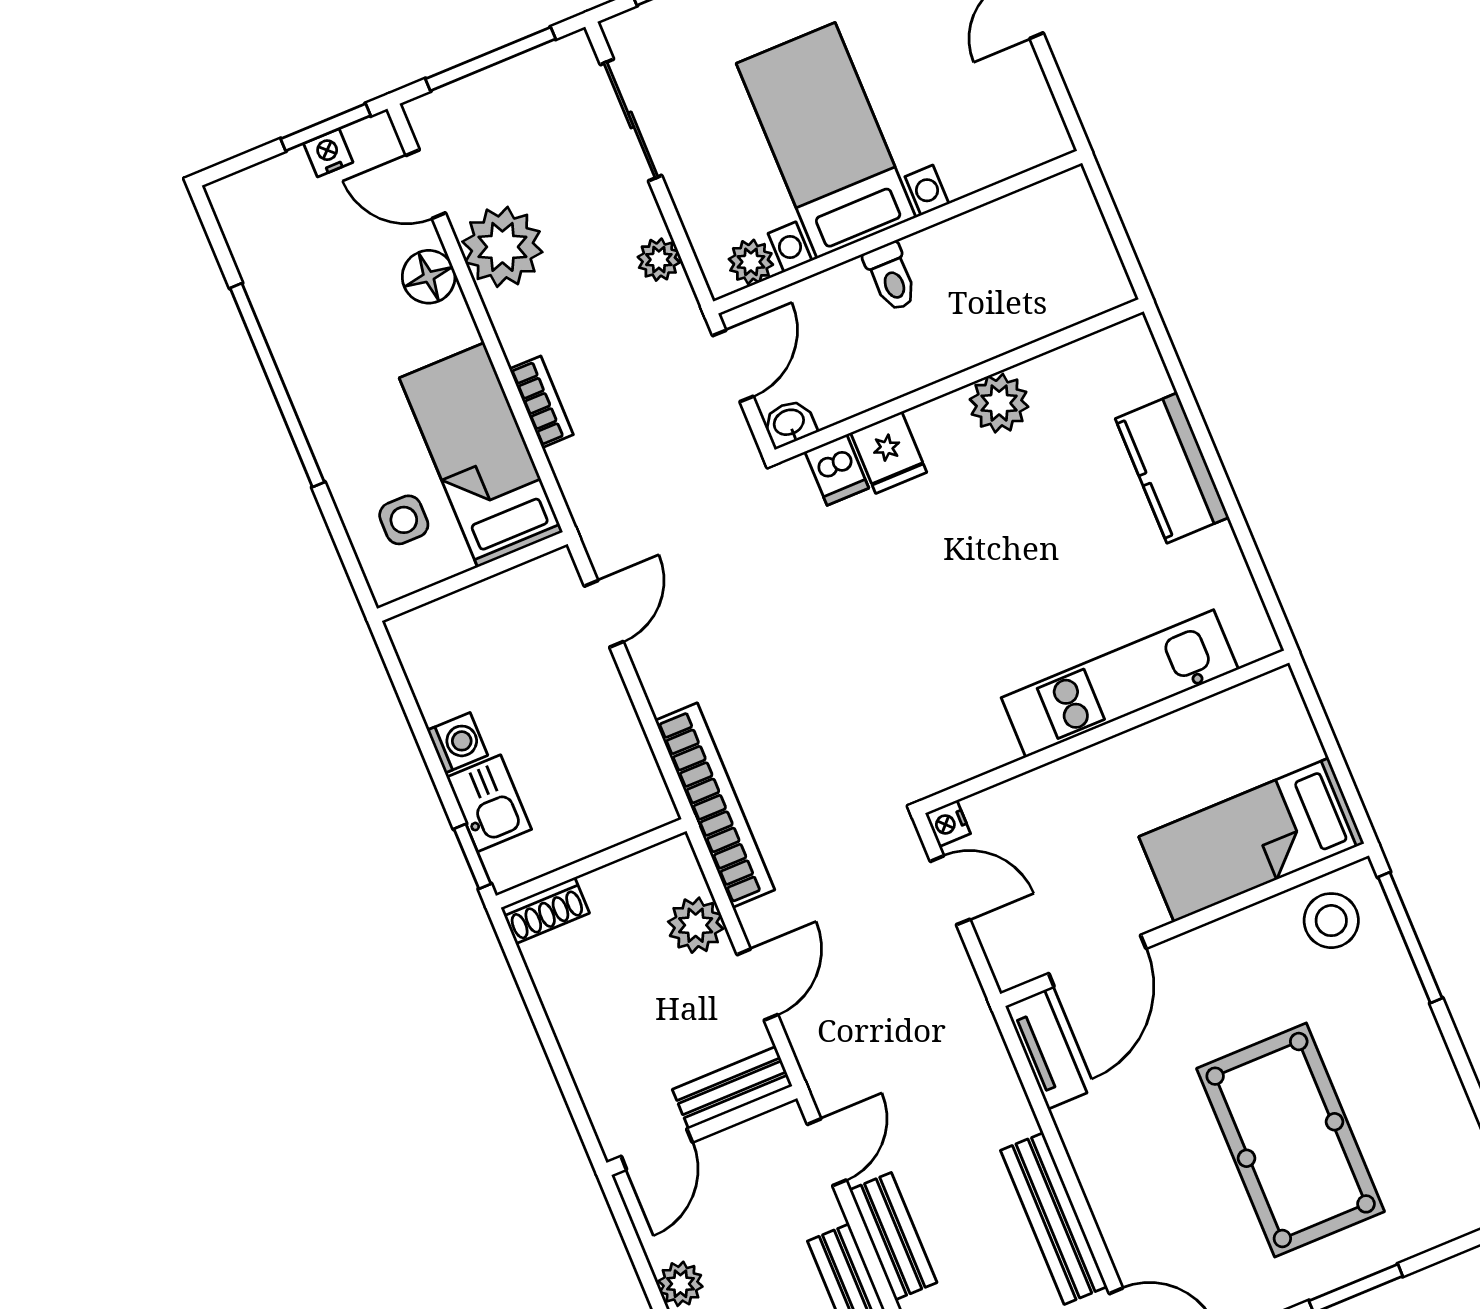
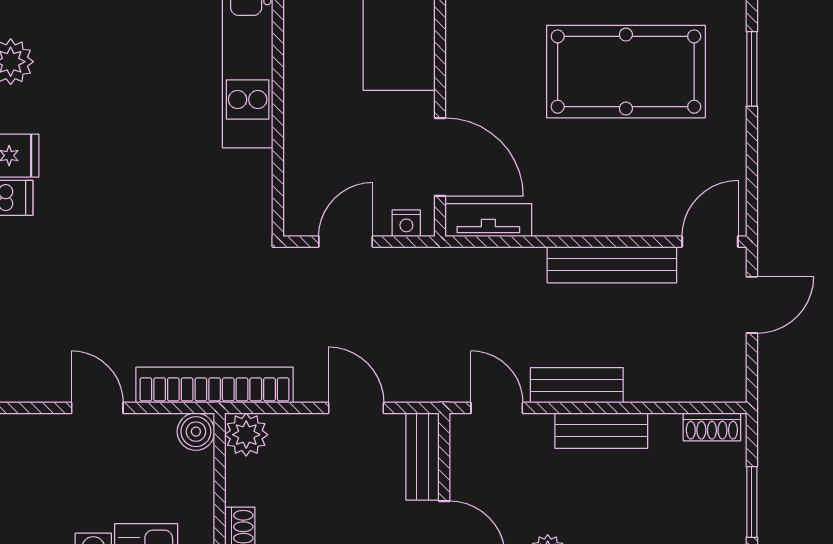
door: (604, 614) -> (97, 408), moved
boiler: (650, 806) -> (196, 432), added
nightstand: (948, 823) -> (406, 223), moved
plant: (696, 925) -> (246, 435), moved

